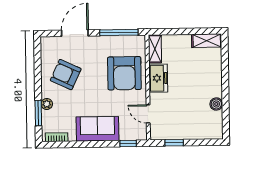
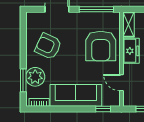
plant: (47, 104) -> (35, 77), width x1.88, depth x1.88
sofa: (98, 129) -> (76, 95), width x1.36

